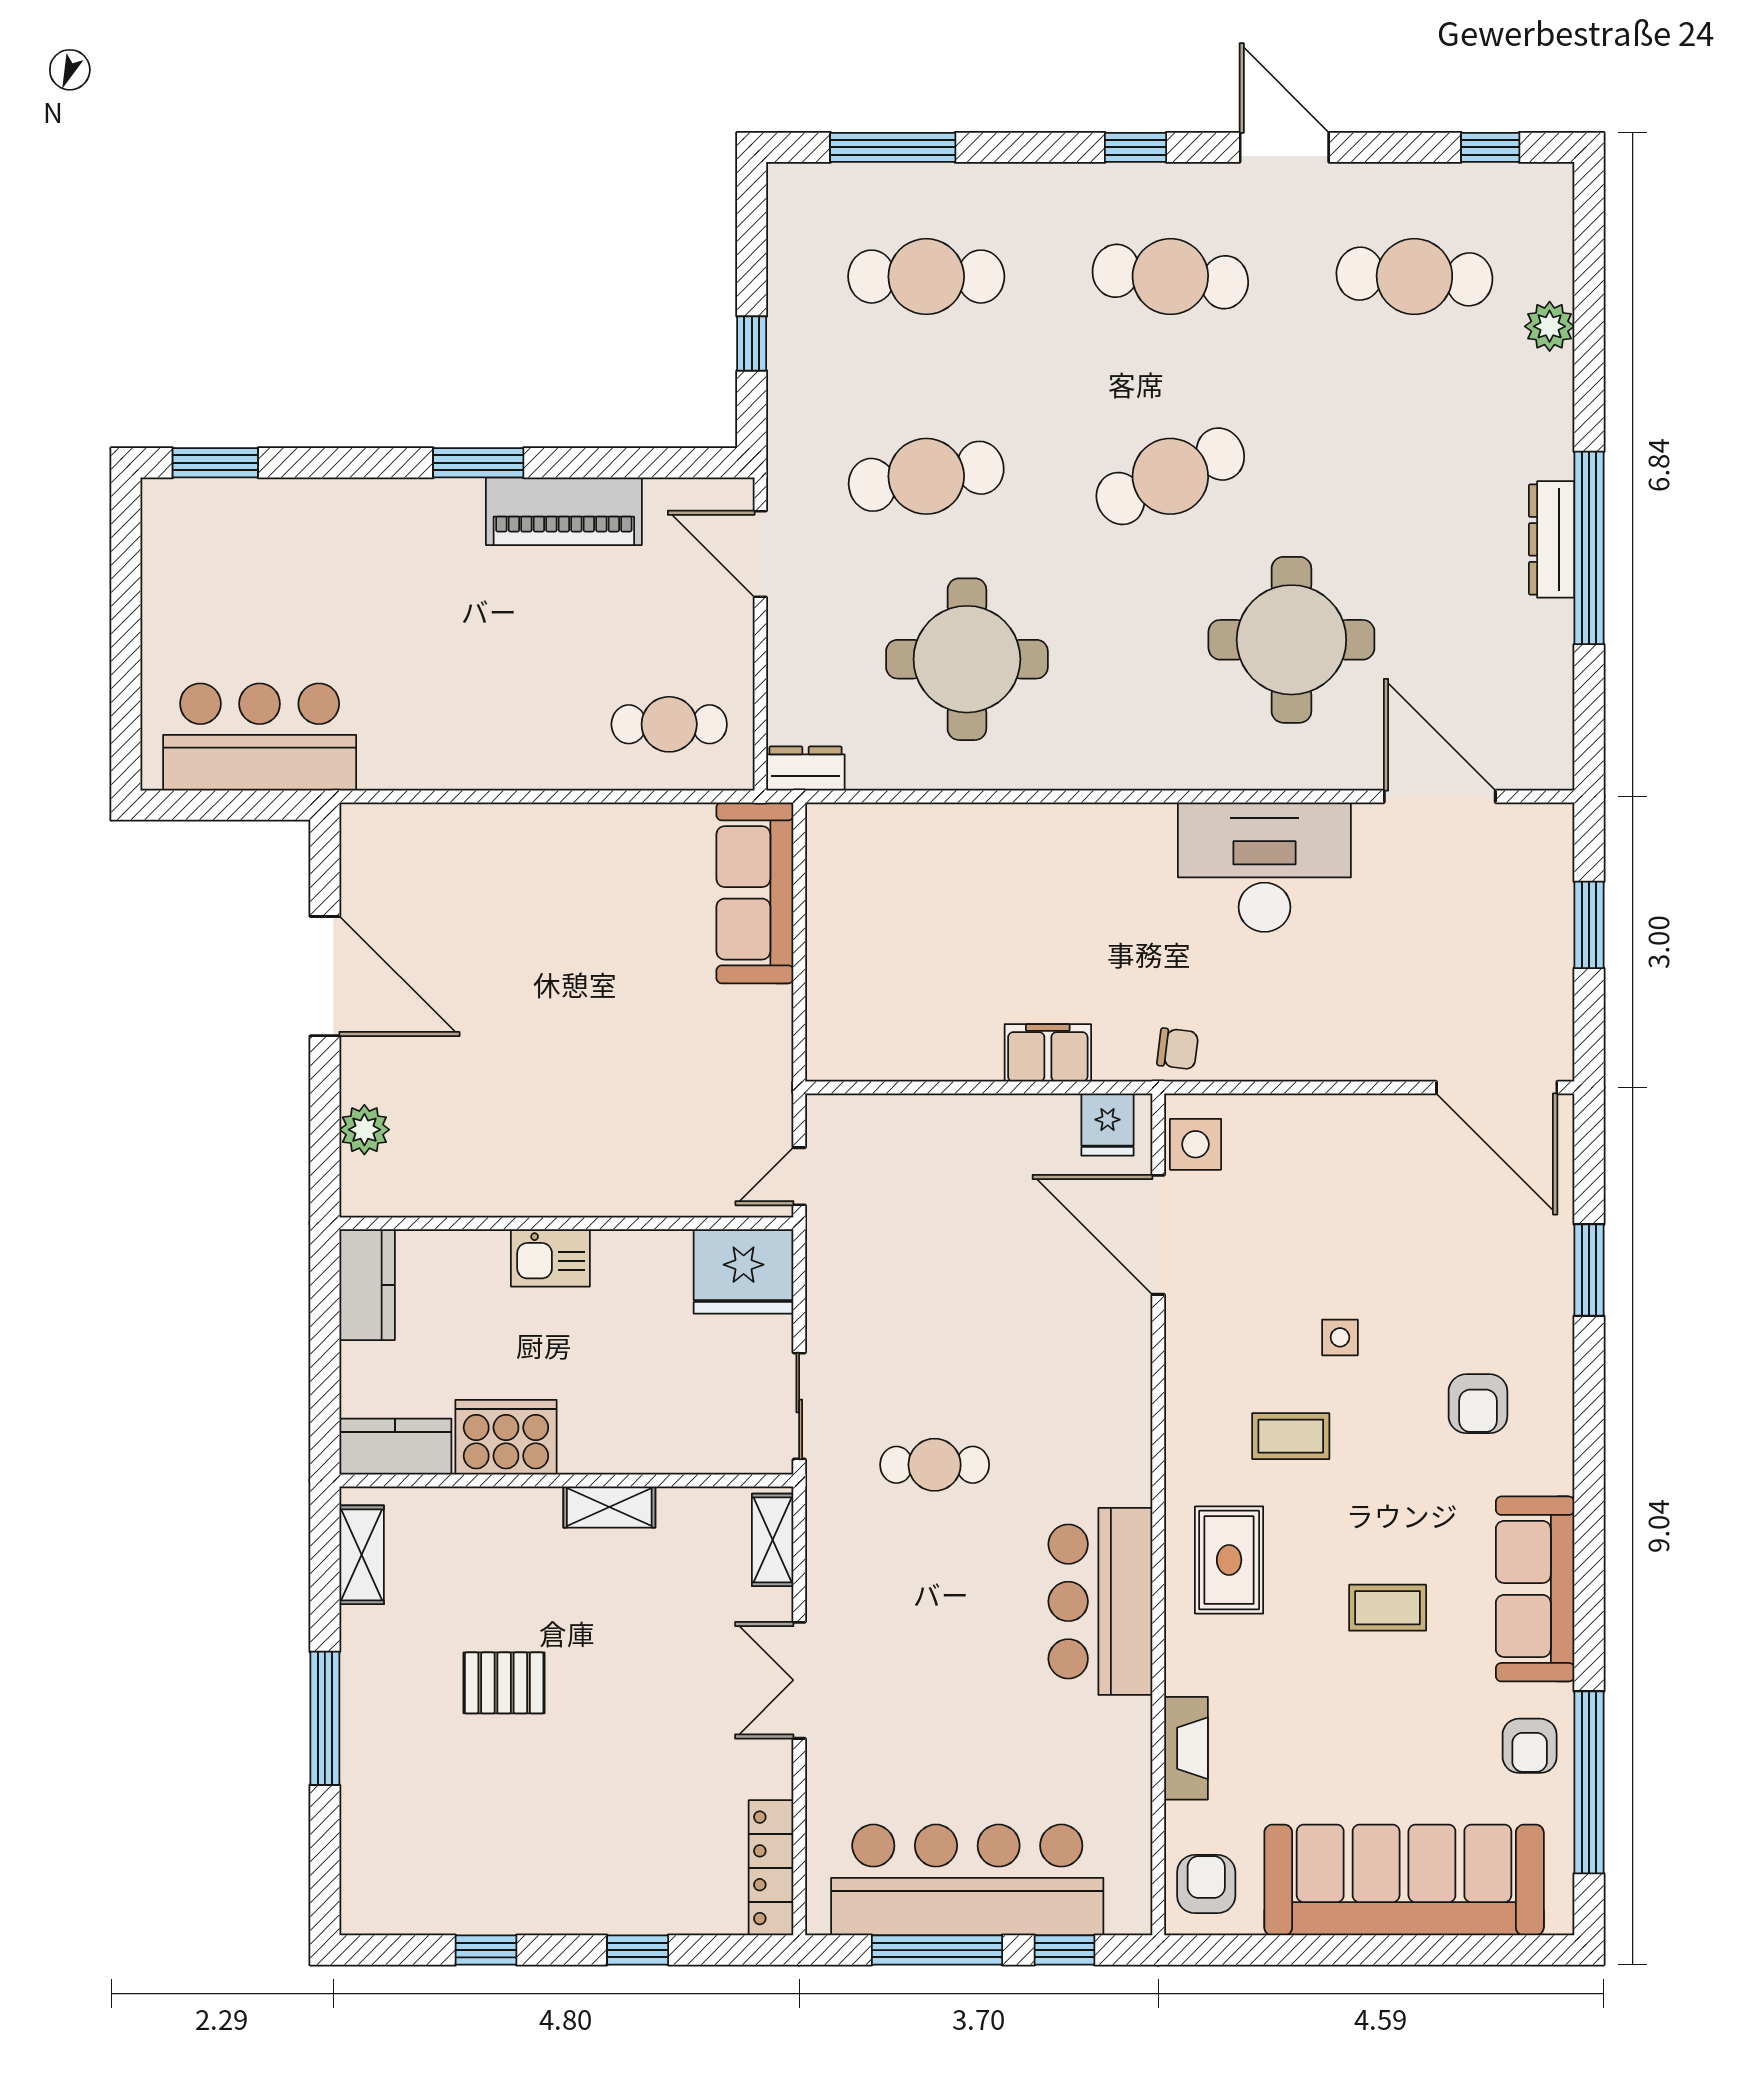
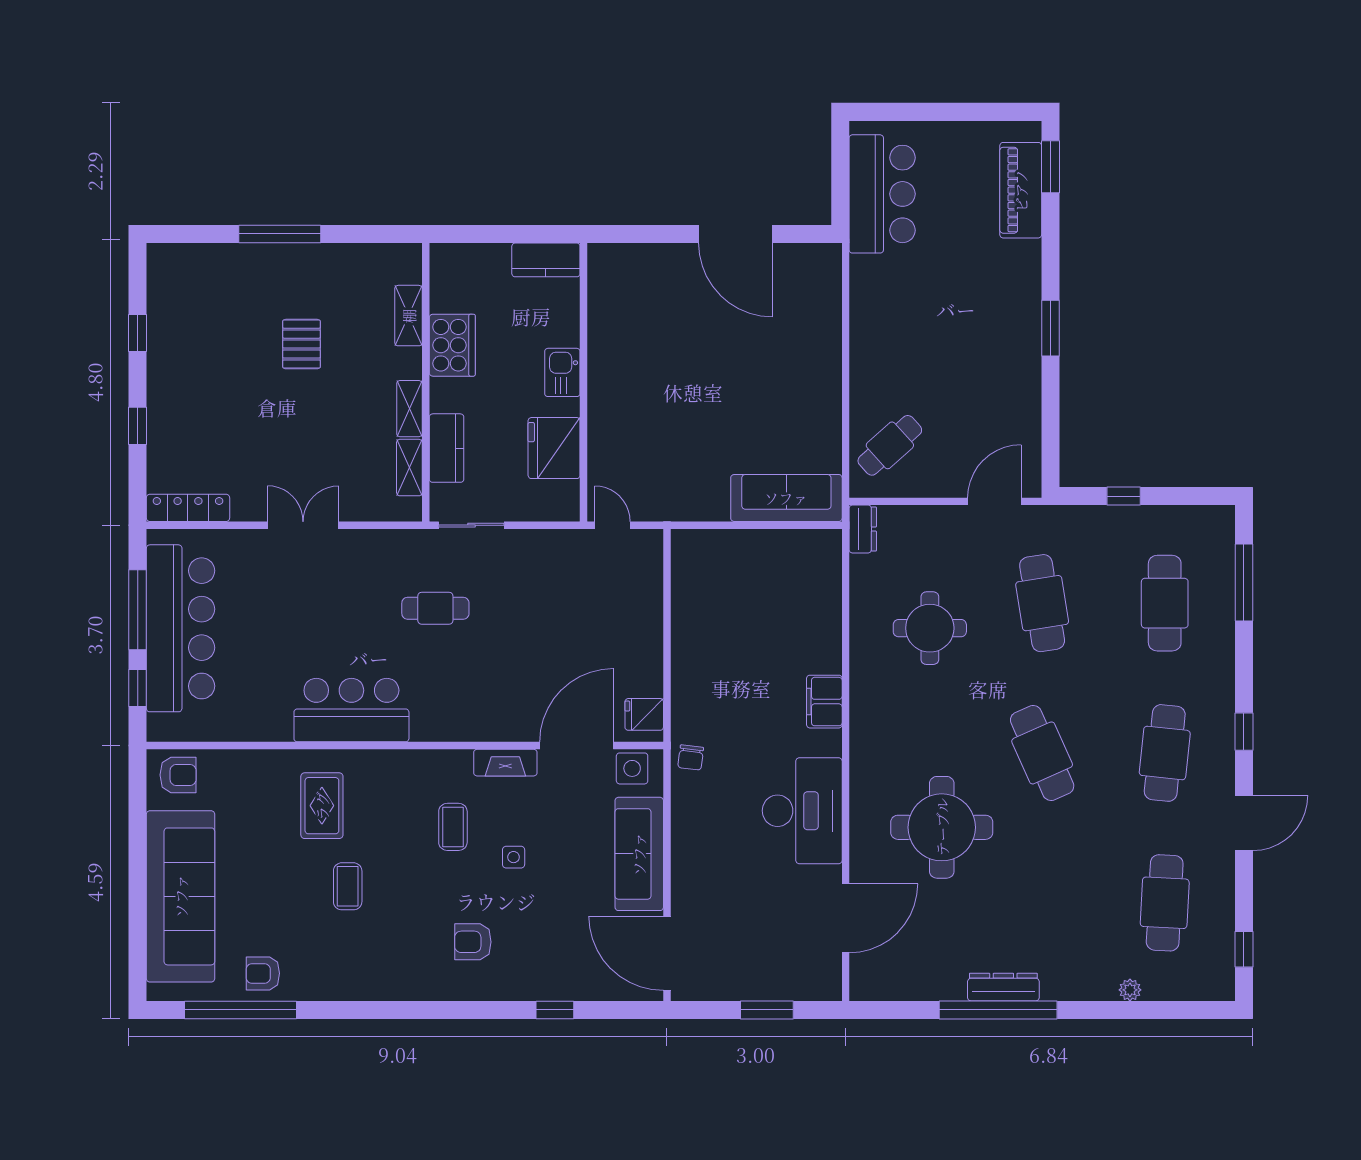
plant: (1550, 326) -> (1130, 990), width x0.73, depth x0.73
piano: (564, 511) -> (1021, 190), moved
round table: (967, 659) -> (930, 628), width x0.73, depth x0.73
cafe table: (669, 724) -> (890, 445), turned 48
door: (325, 976) -> (735, 234), hinge flipped
filing cabinet: (1048, 1053) -> (824, 702), moved, turned 180
door: (1497, 1088) -> (667, 953), hinge flipped
plant: (364, 1130) -> (641, 258), removed
window: (1589, 1270) -> (555, 1010), width x0.67
fridge: (744, 1271) -> (554, 448), moved
kitchen counter: (395, 1447) -> (447, 448), moved
cafe table: (935, 1465) -> (435, 608), turned 90
shelving: (773, 1540) -> (409, 468), moved, turned 90
shelving: (362, 1555) -> (409, 316), moved, turned 90
rug: (1229, 1560) -> (322, 806), moved, turned 90
sofa: (1535, 1589) -> (639, 854), moved, turned -90
fireplace: (1186, 1748) -> (505, 763), moved

